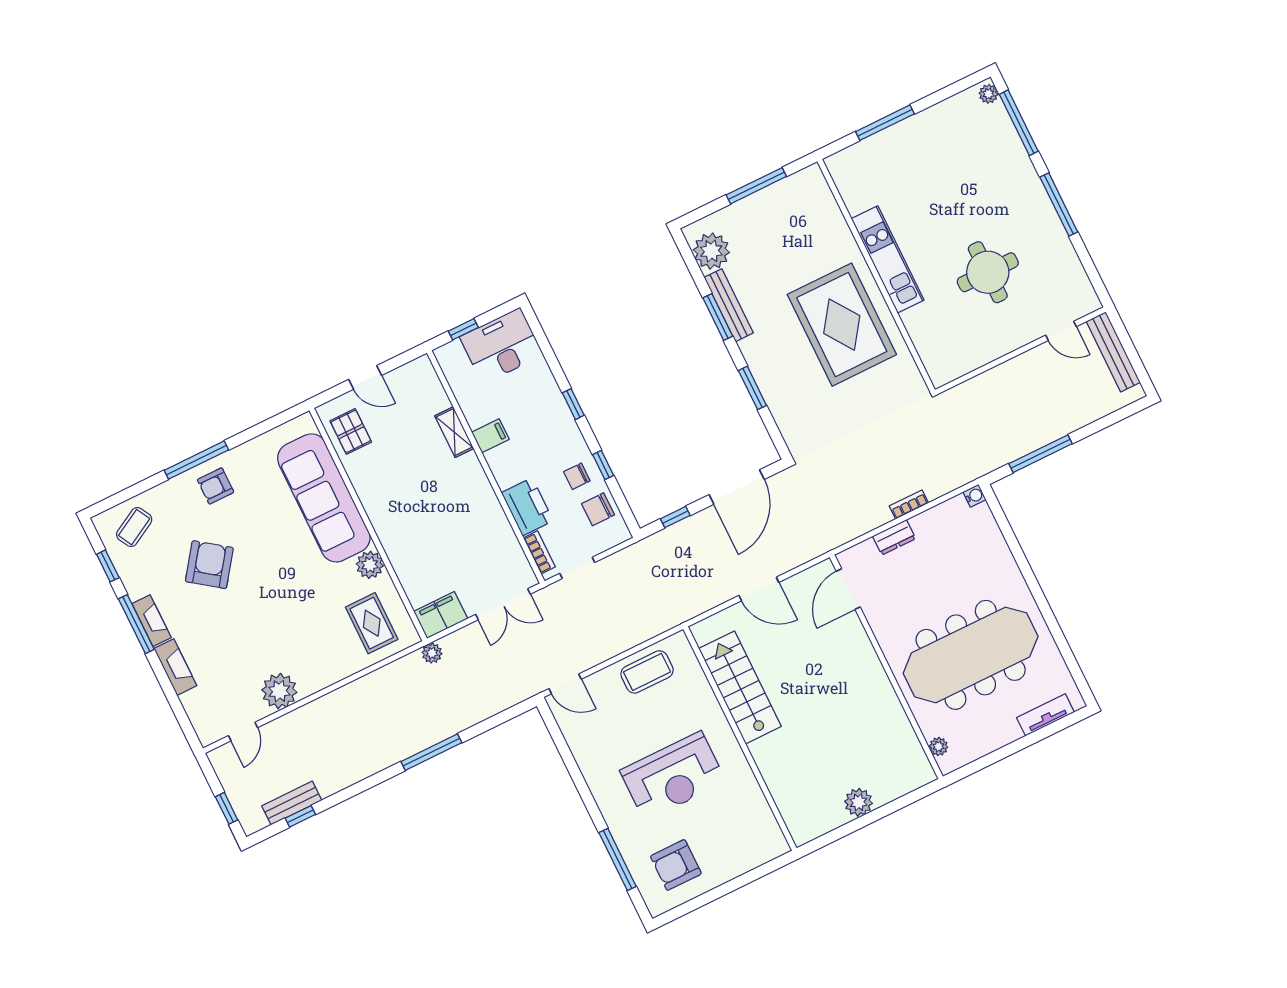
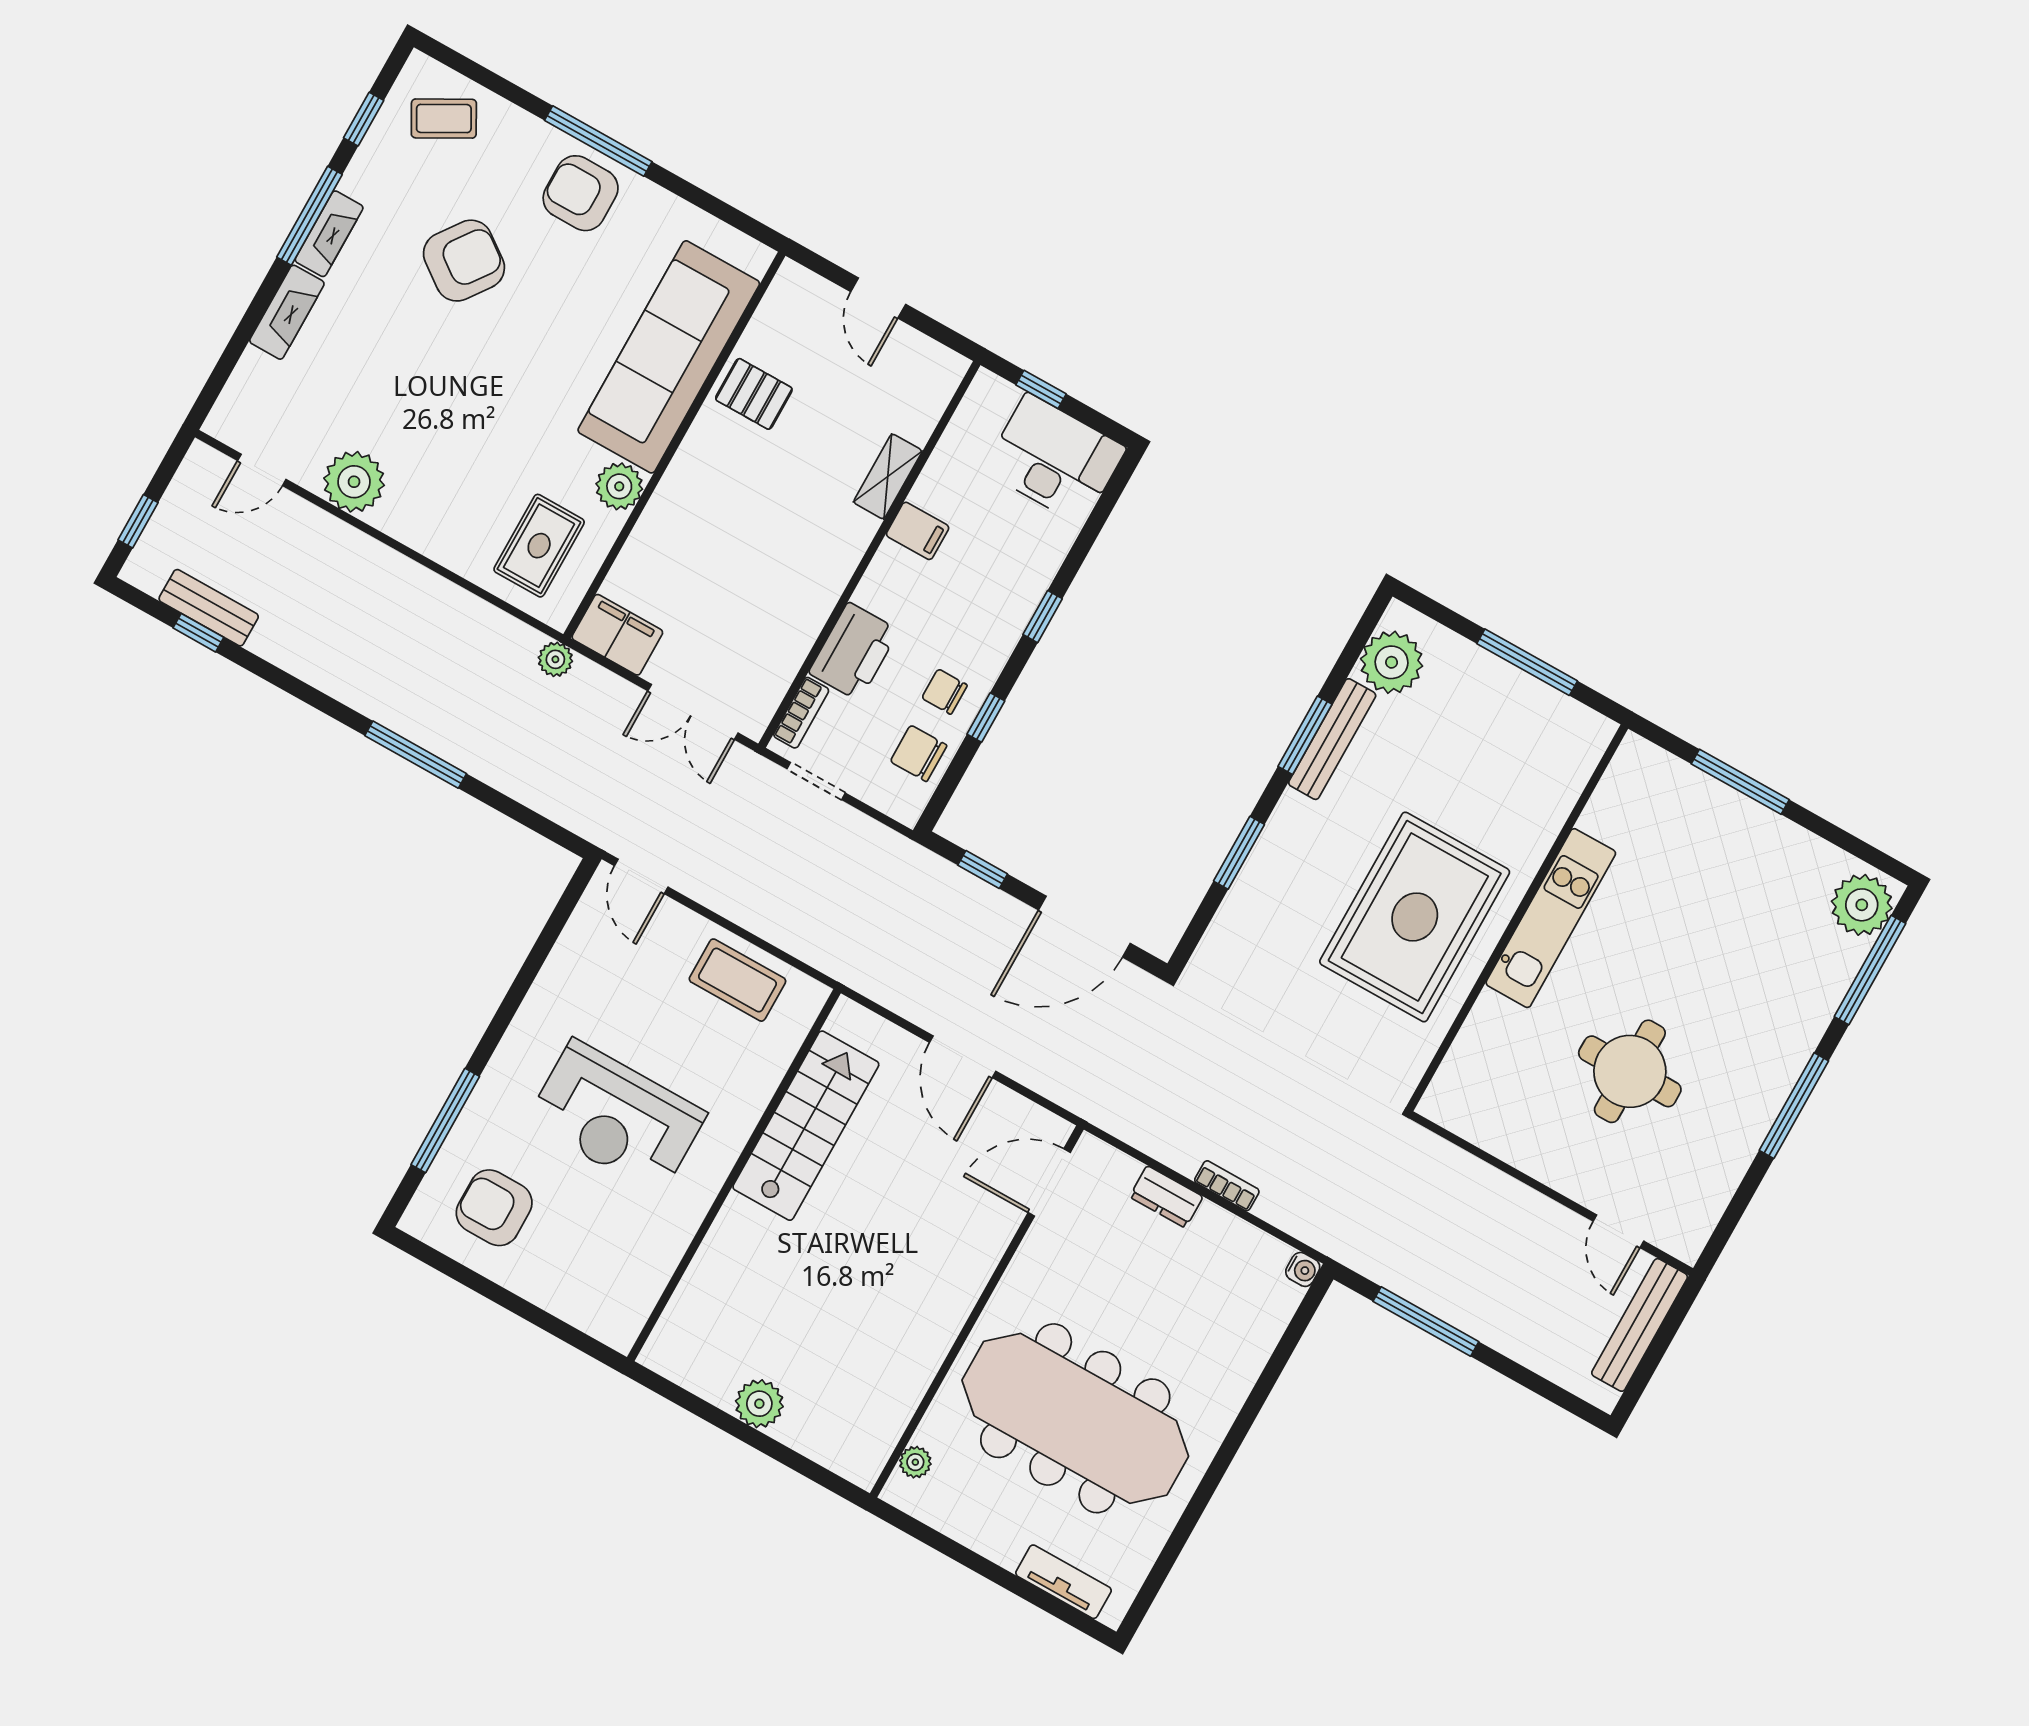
plant: (988, 94) -> (1862, 905), width x1.88, depth x1.88
pallet: (351, 431) -> (754, 394), moved, turned 90
armchair: (216, 486) -> (581, 193), width x1.38, depth x1.38

